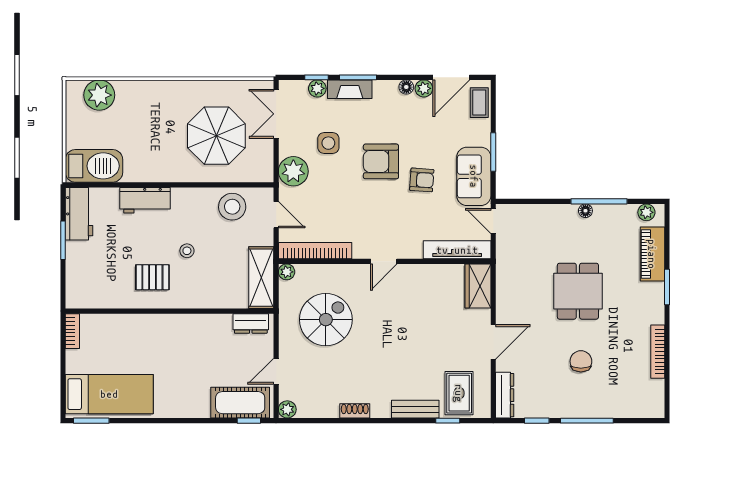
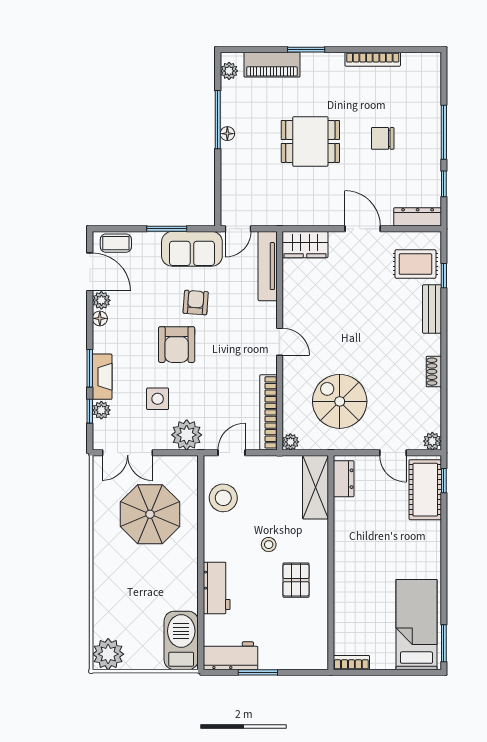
plant: (99, 95) -> (108, 654), moved
shelving: (261, 278) -> (315, 487), moved, turned 90

